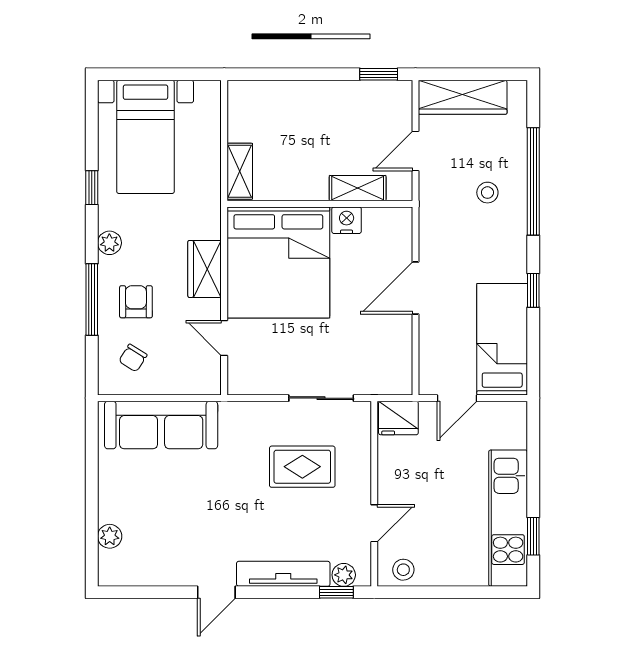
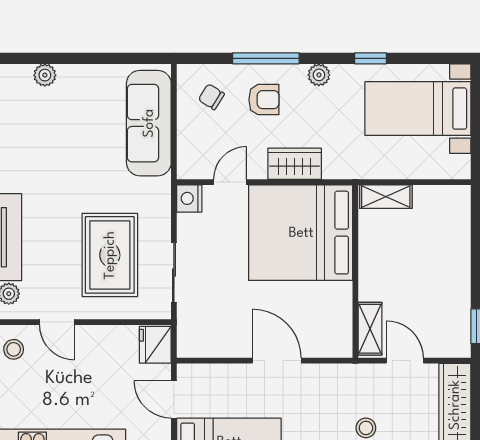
shelving: (358, 188) -> (370, 329), moved
nightstand: (347, 220) -> (189, 198), moved, turned 180
rug: (302, 467) -> (110, 255), width x1.36, depth x1.43

